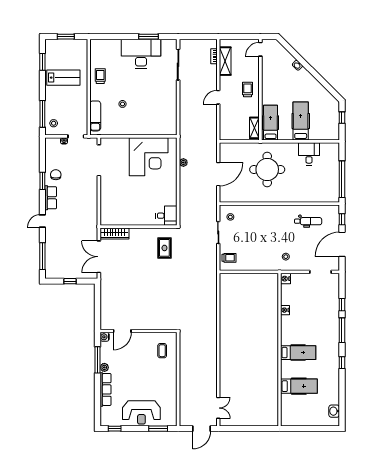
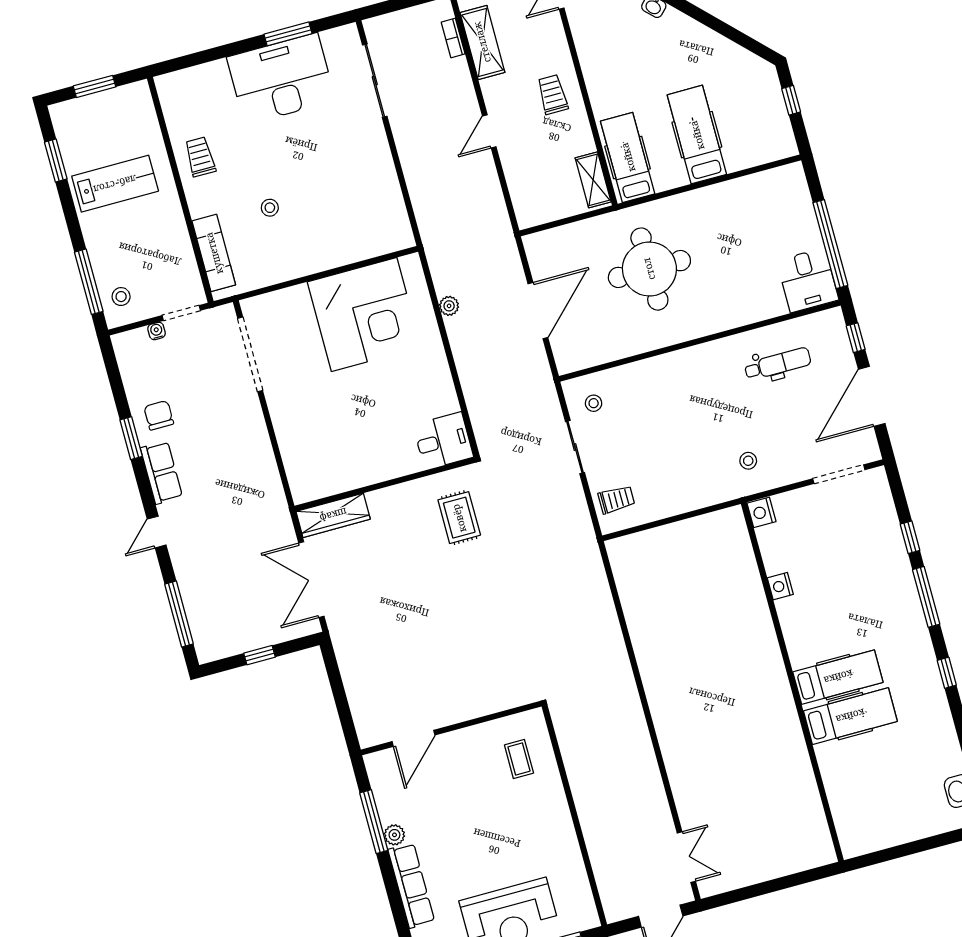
desk: (309, 154) -> (808, 280), moved, turned 180
water cooler: (105, 337) -> (376, 763), removed
hospital bed: (299, 386) -> (850, 716), moved

